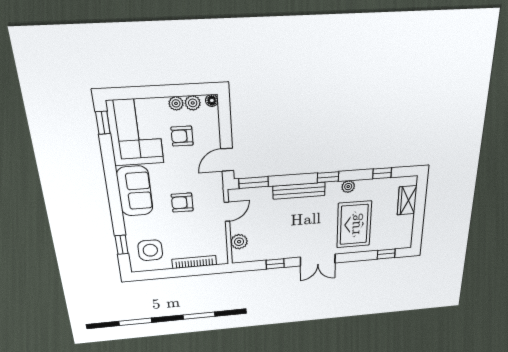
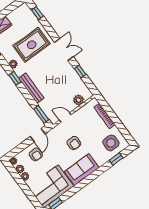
armchair: (182, 136) -> (36, 154), moved
door: (227, 160) -> (38, 135), hinge flipped

